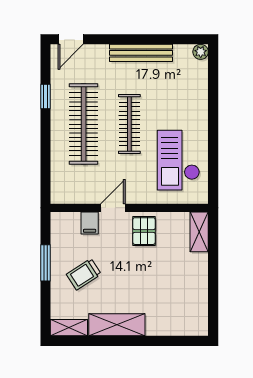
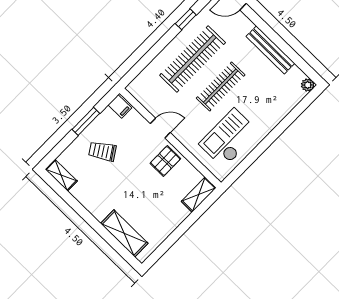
filing cabinet: (90, 223) -> (120, 106), moved, turned -90
shelving: (117, 325) -> (124, 233), moved

